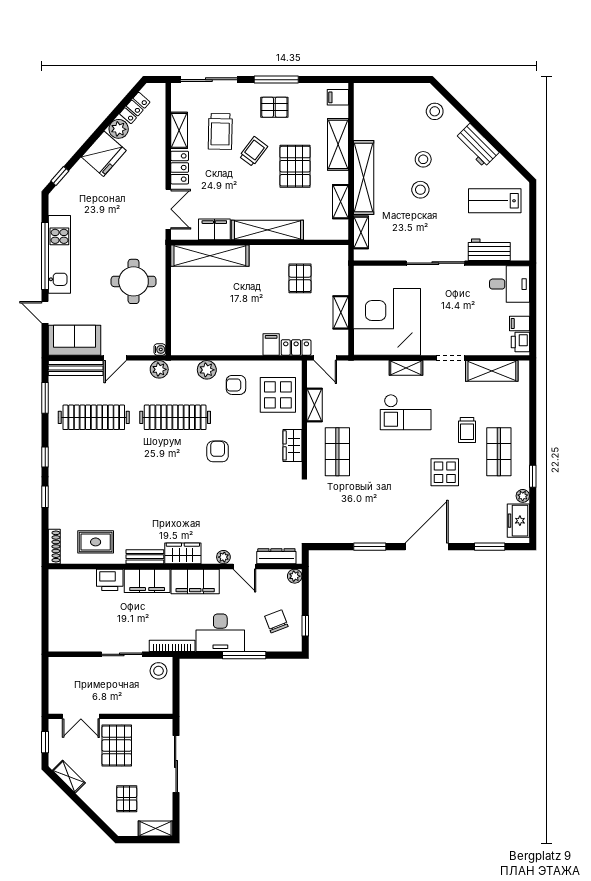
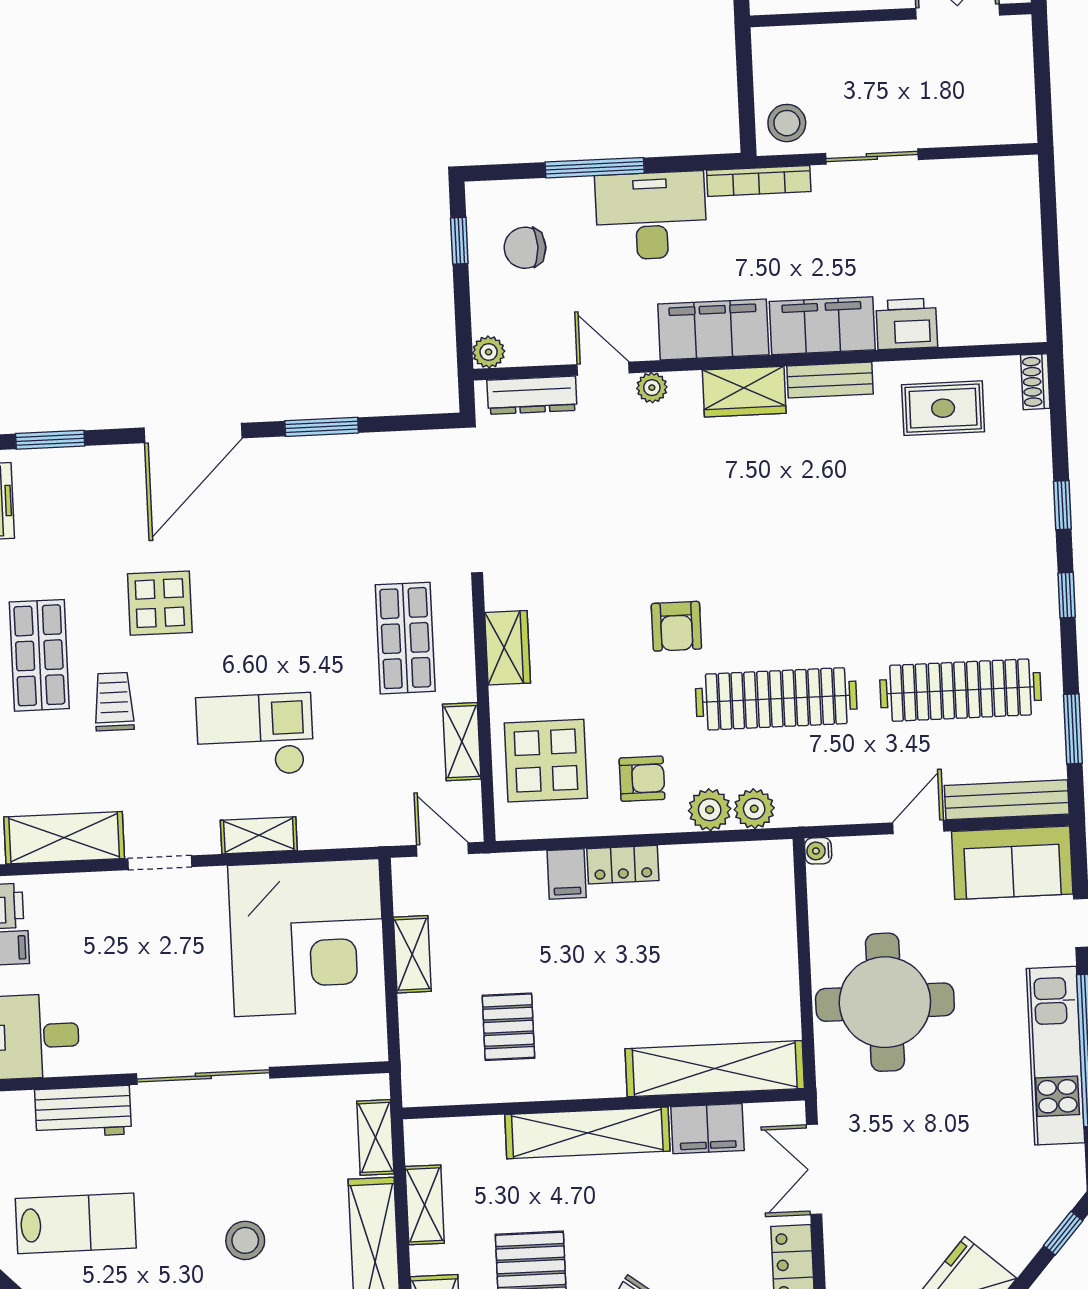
round table: (134, 281) -> (885, 1002), width x1.36, depth x1.36
locker: (296, 347) -> (623, 865), moved
plant: (159, 369) -> (754, 809), moved
shoe rack: (54, 547) -> (1035, 382), width x0.70
chair: (276, 621) -> (525, 248), turned 111

